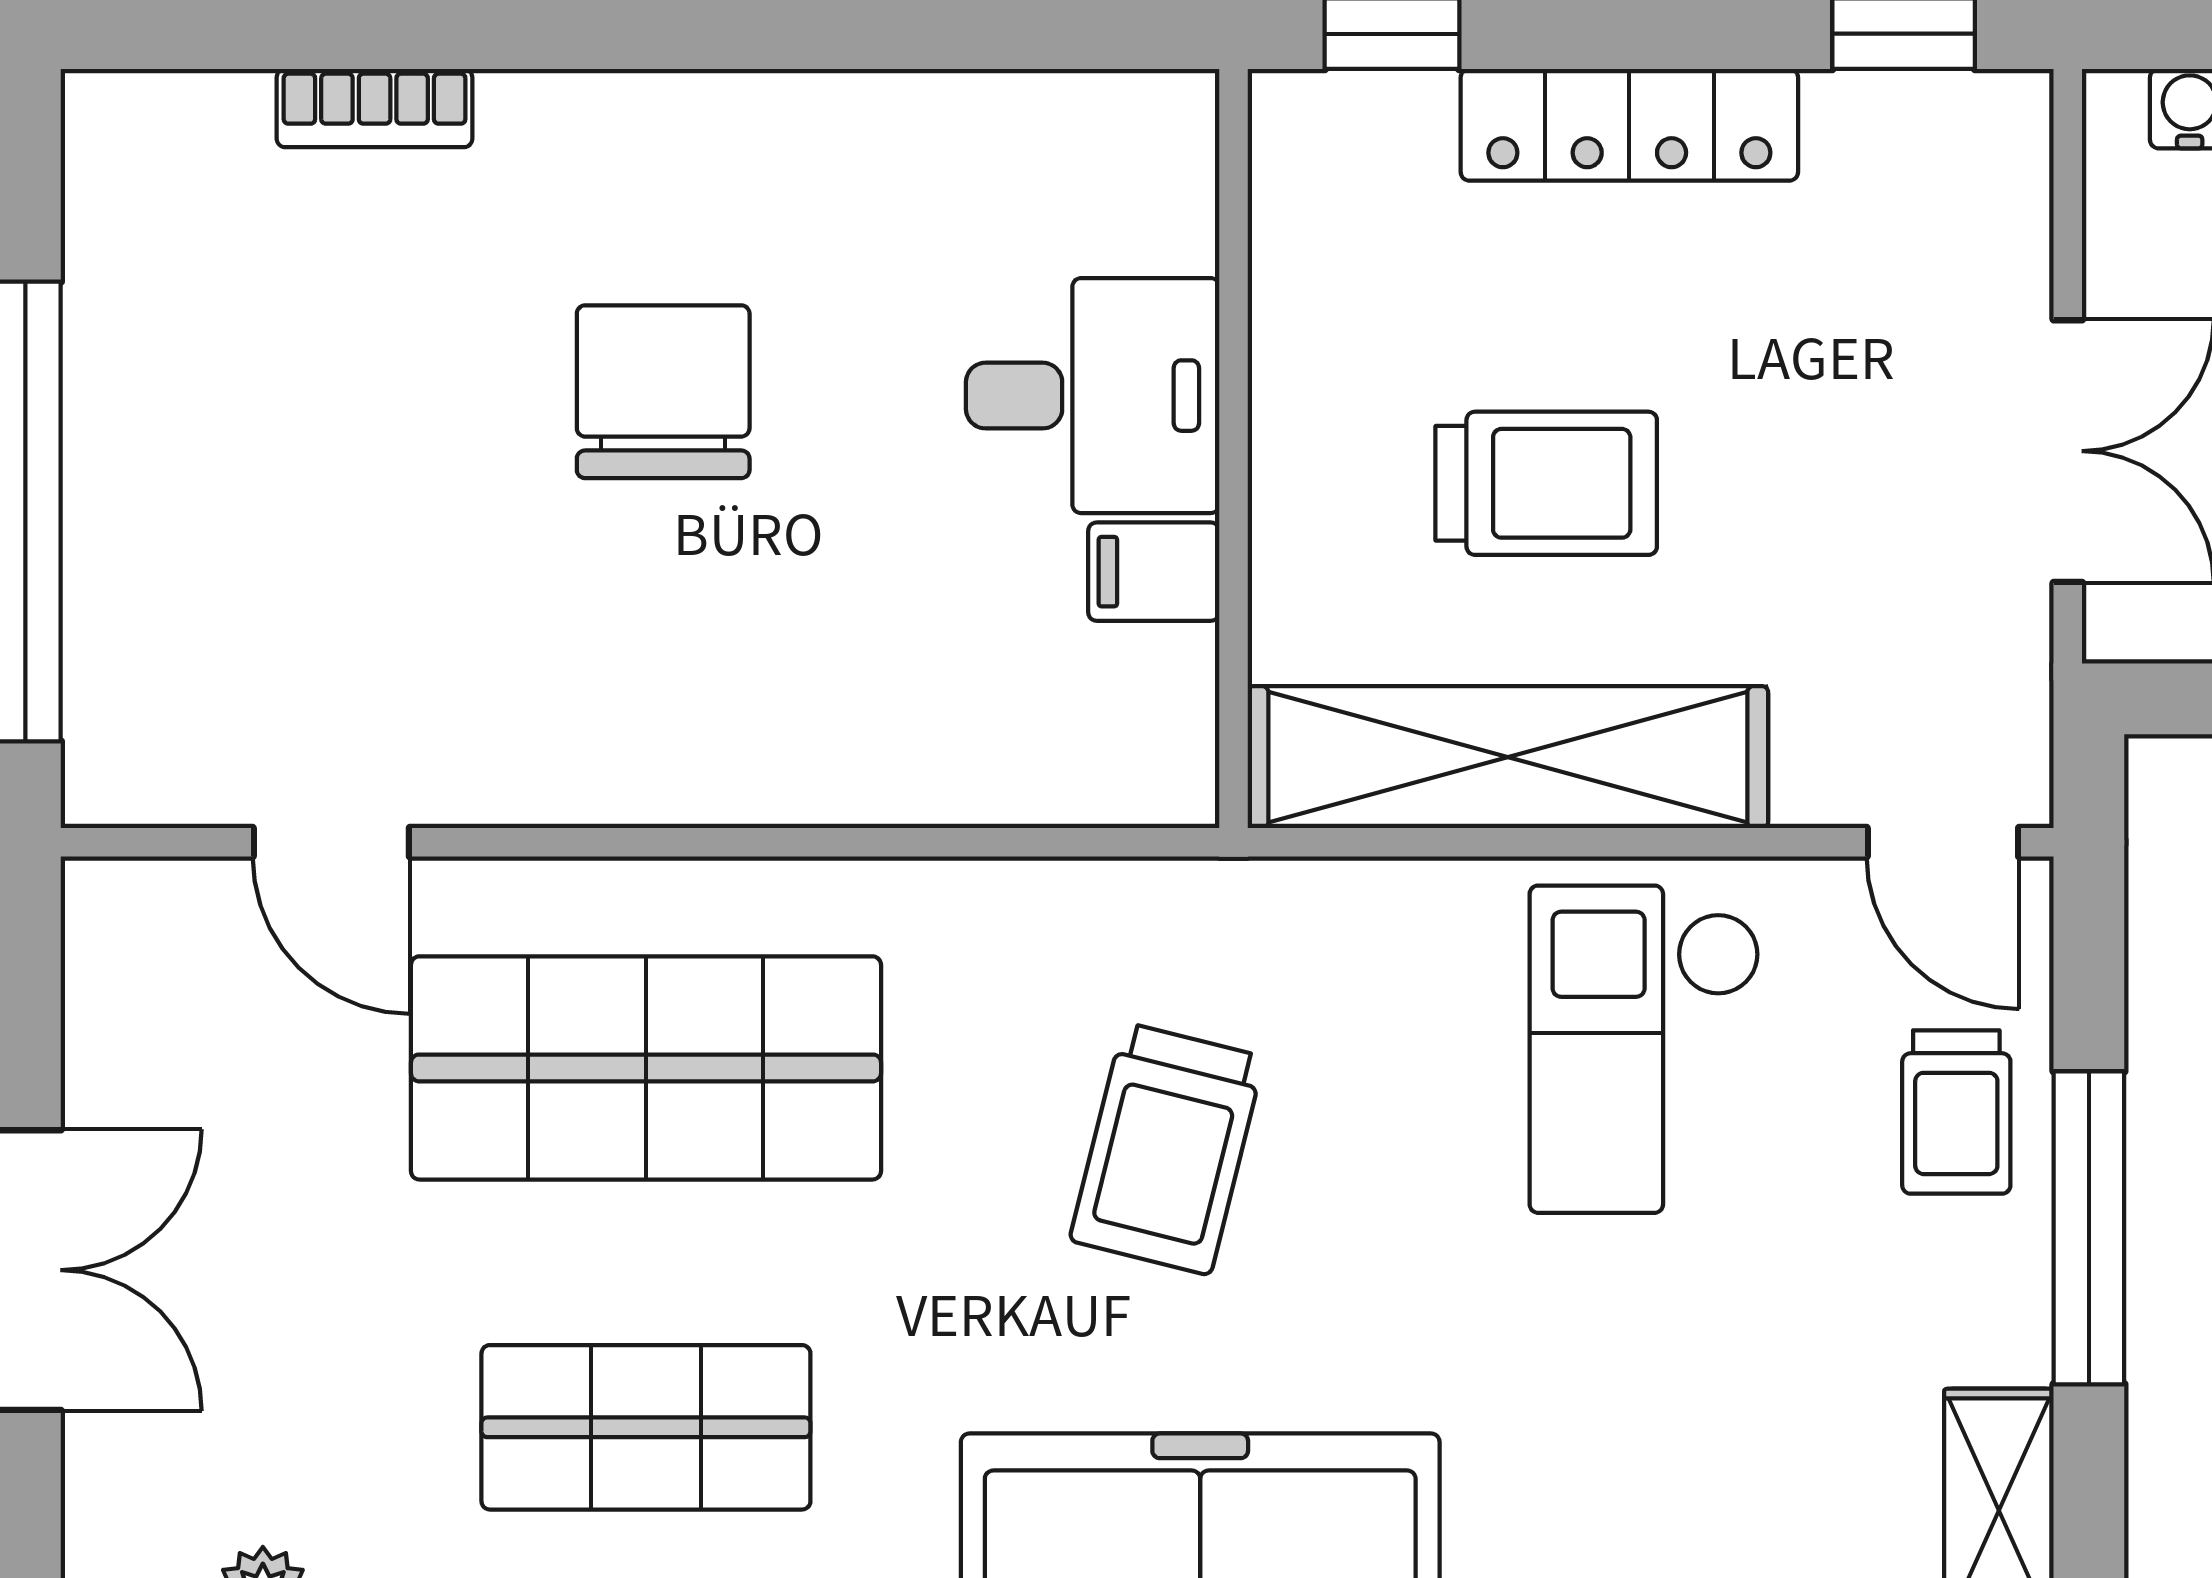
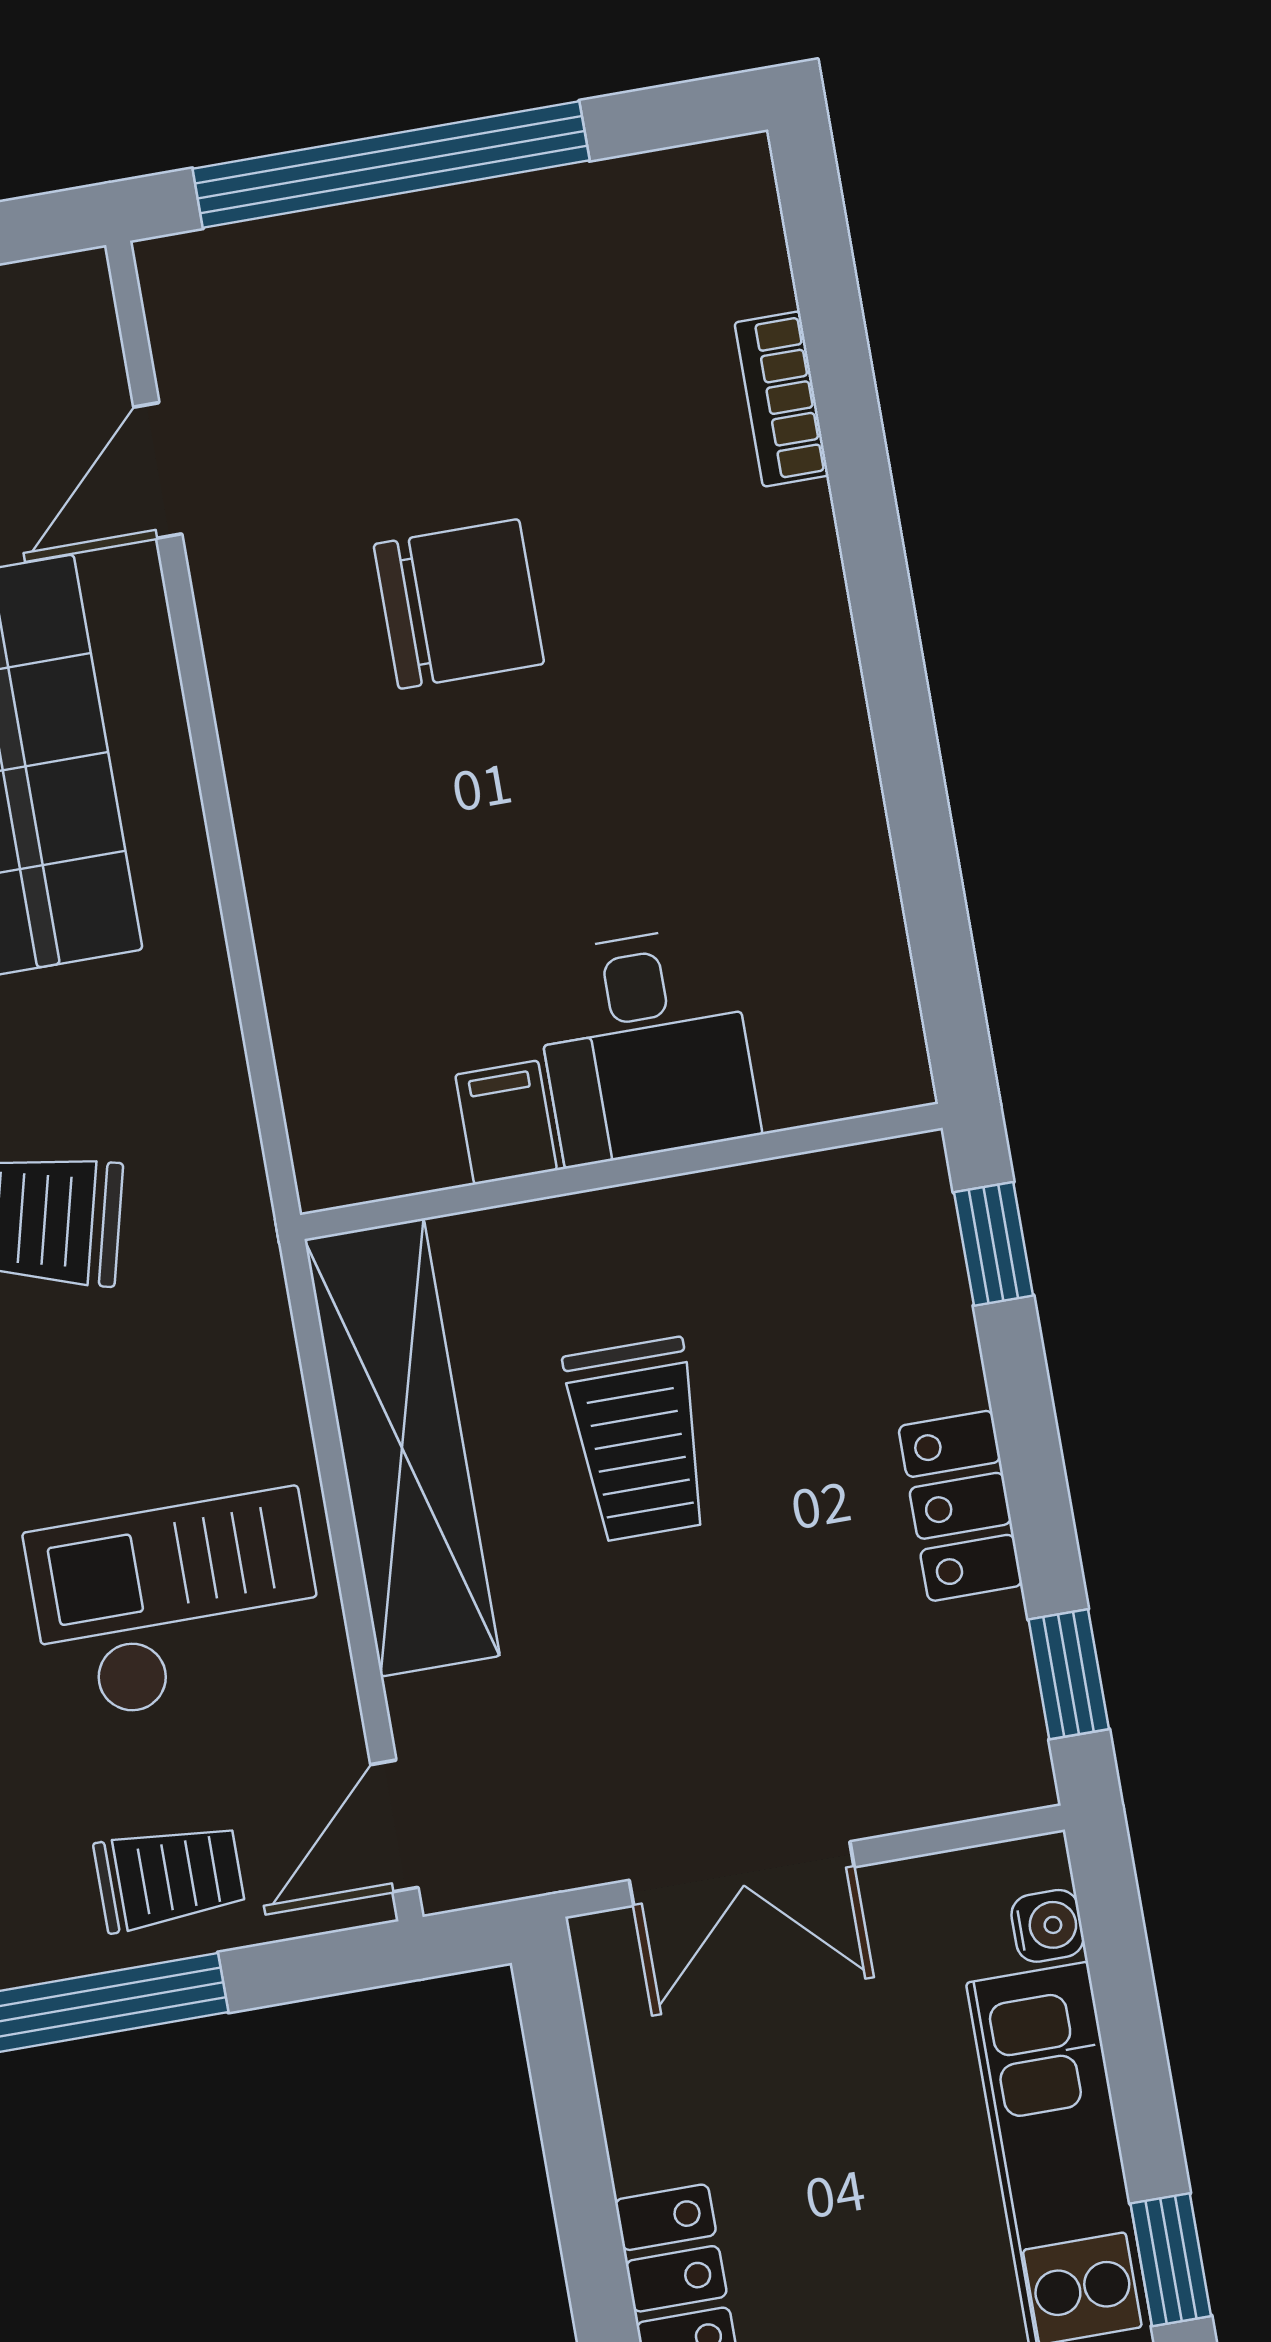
locker: (1629, 125) -> (960, 1506), width x0.66
chair: (663, 392) -> (459, 604), moved
trolley: (1956, 1112) -> (169, 1877), turned 180

